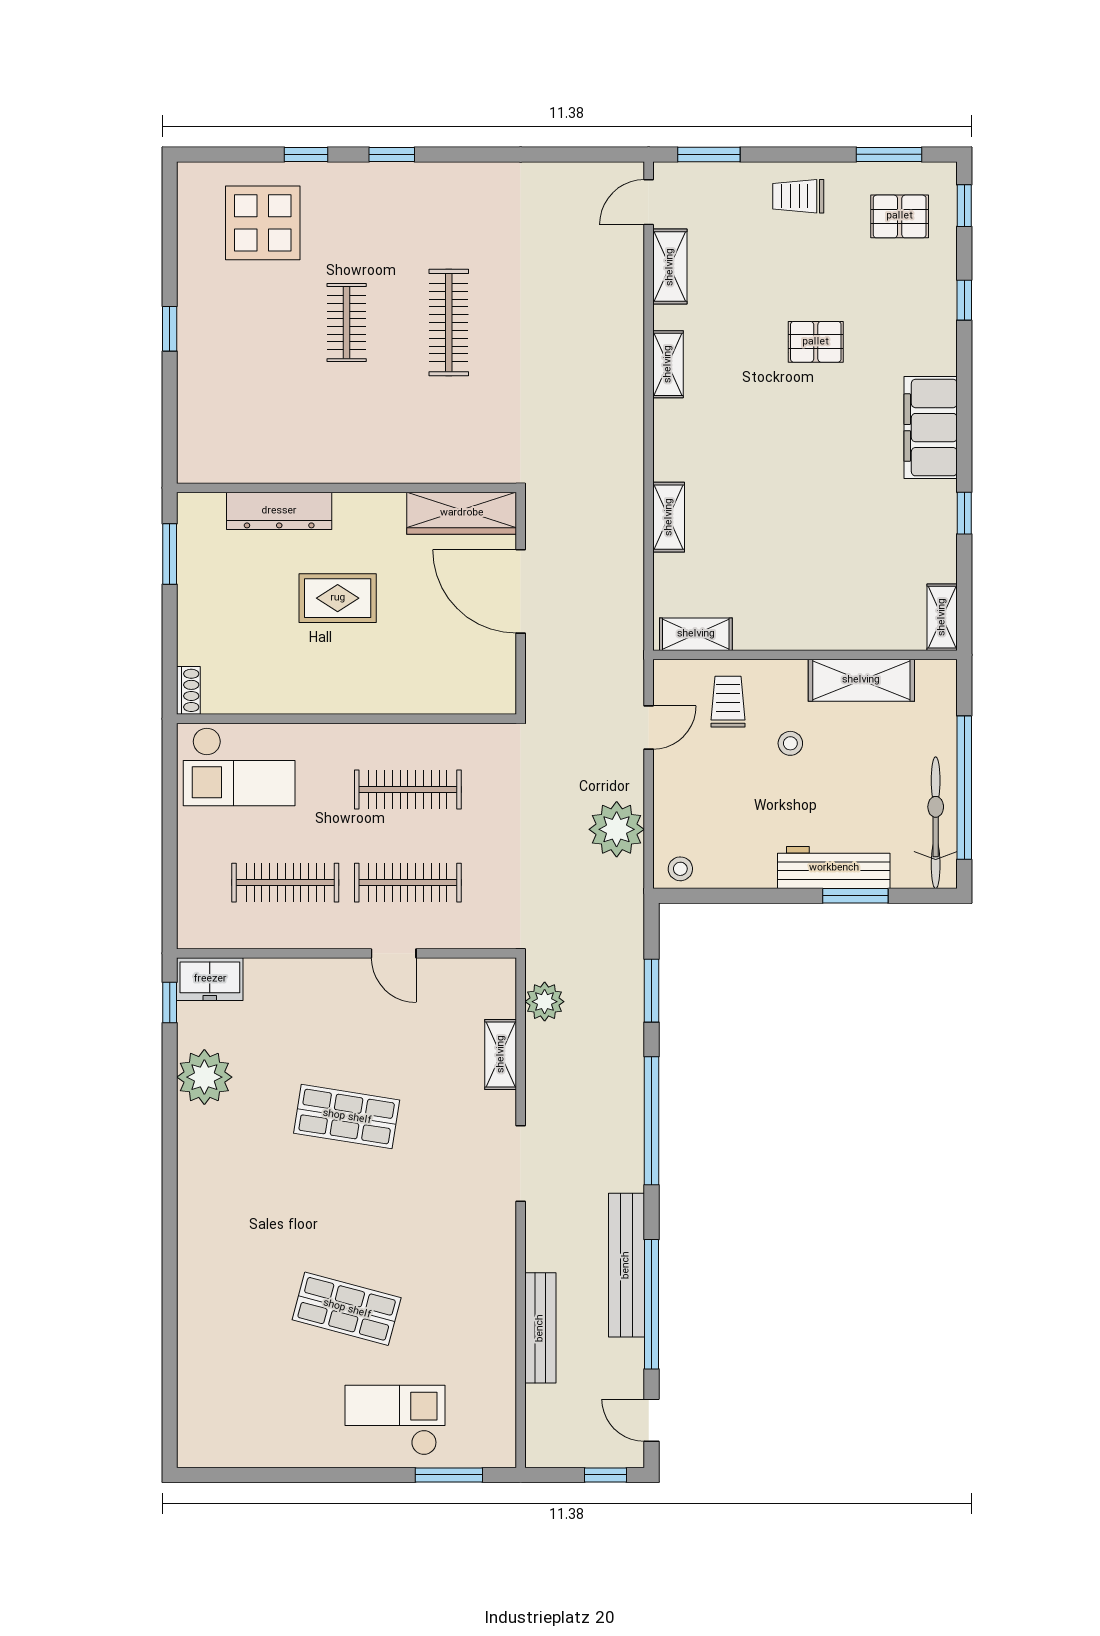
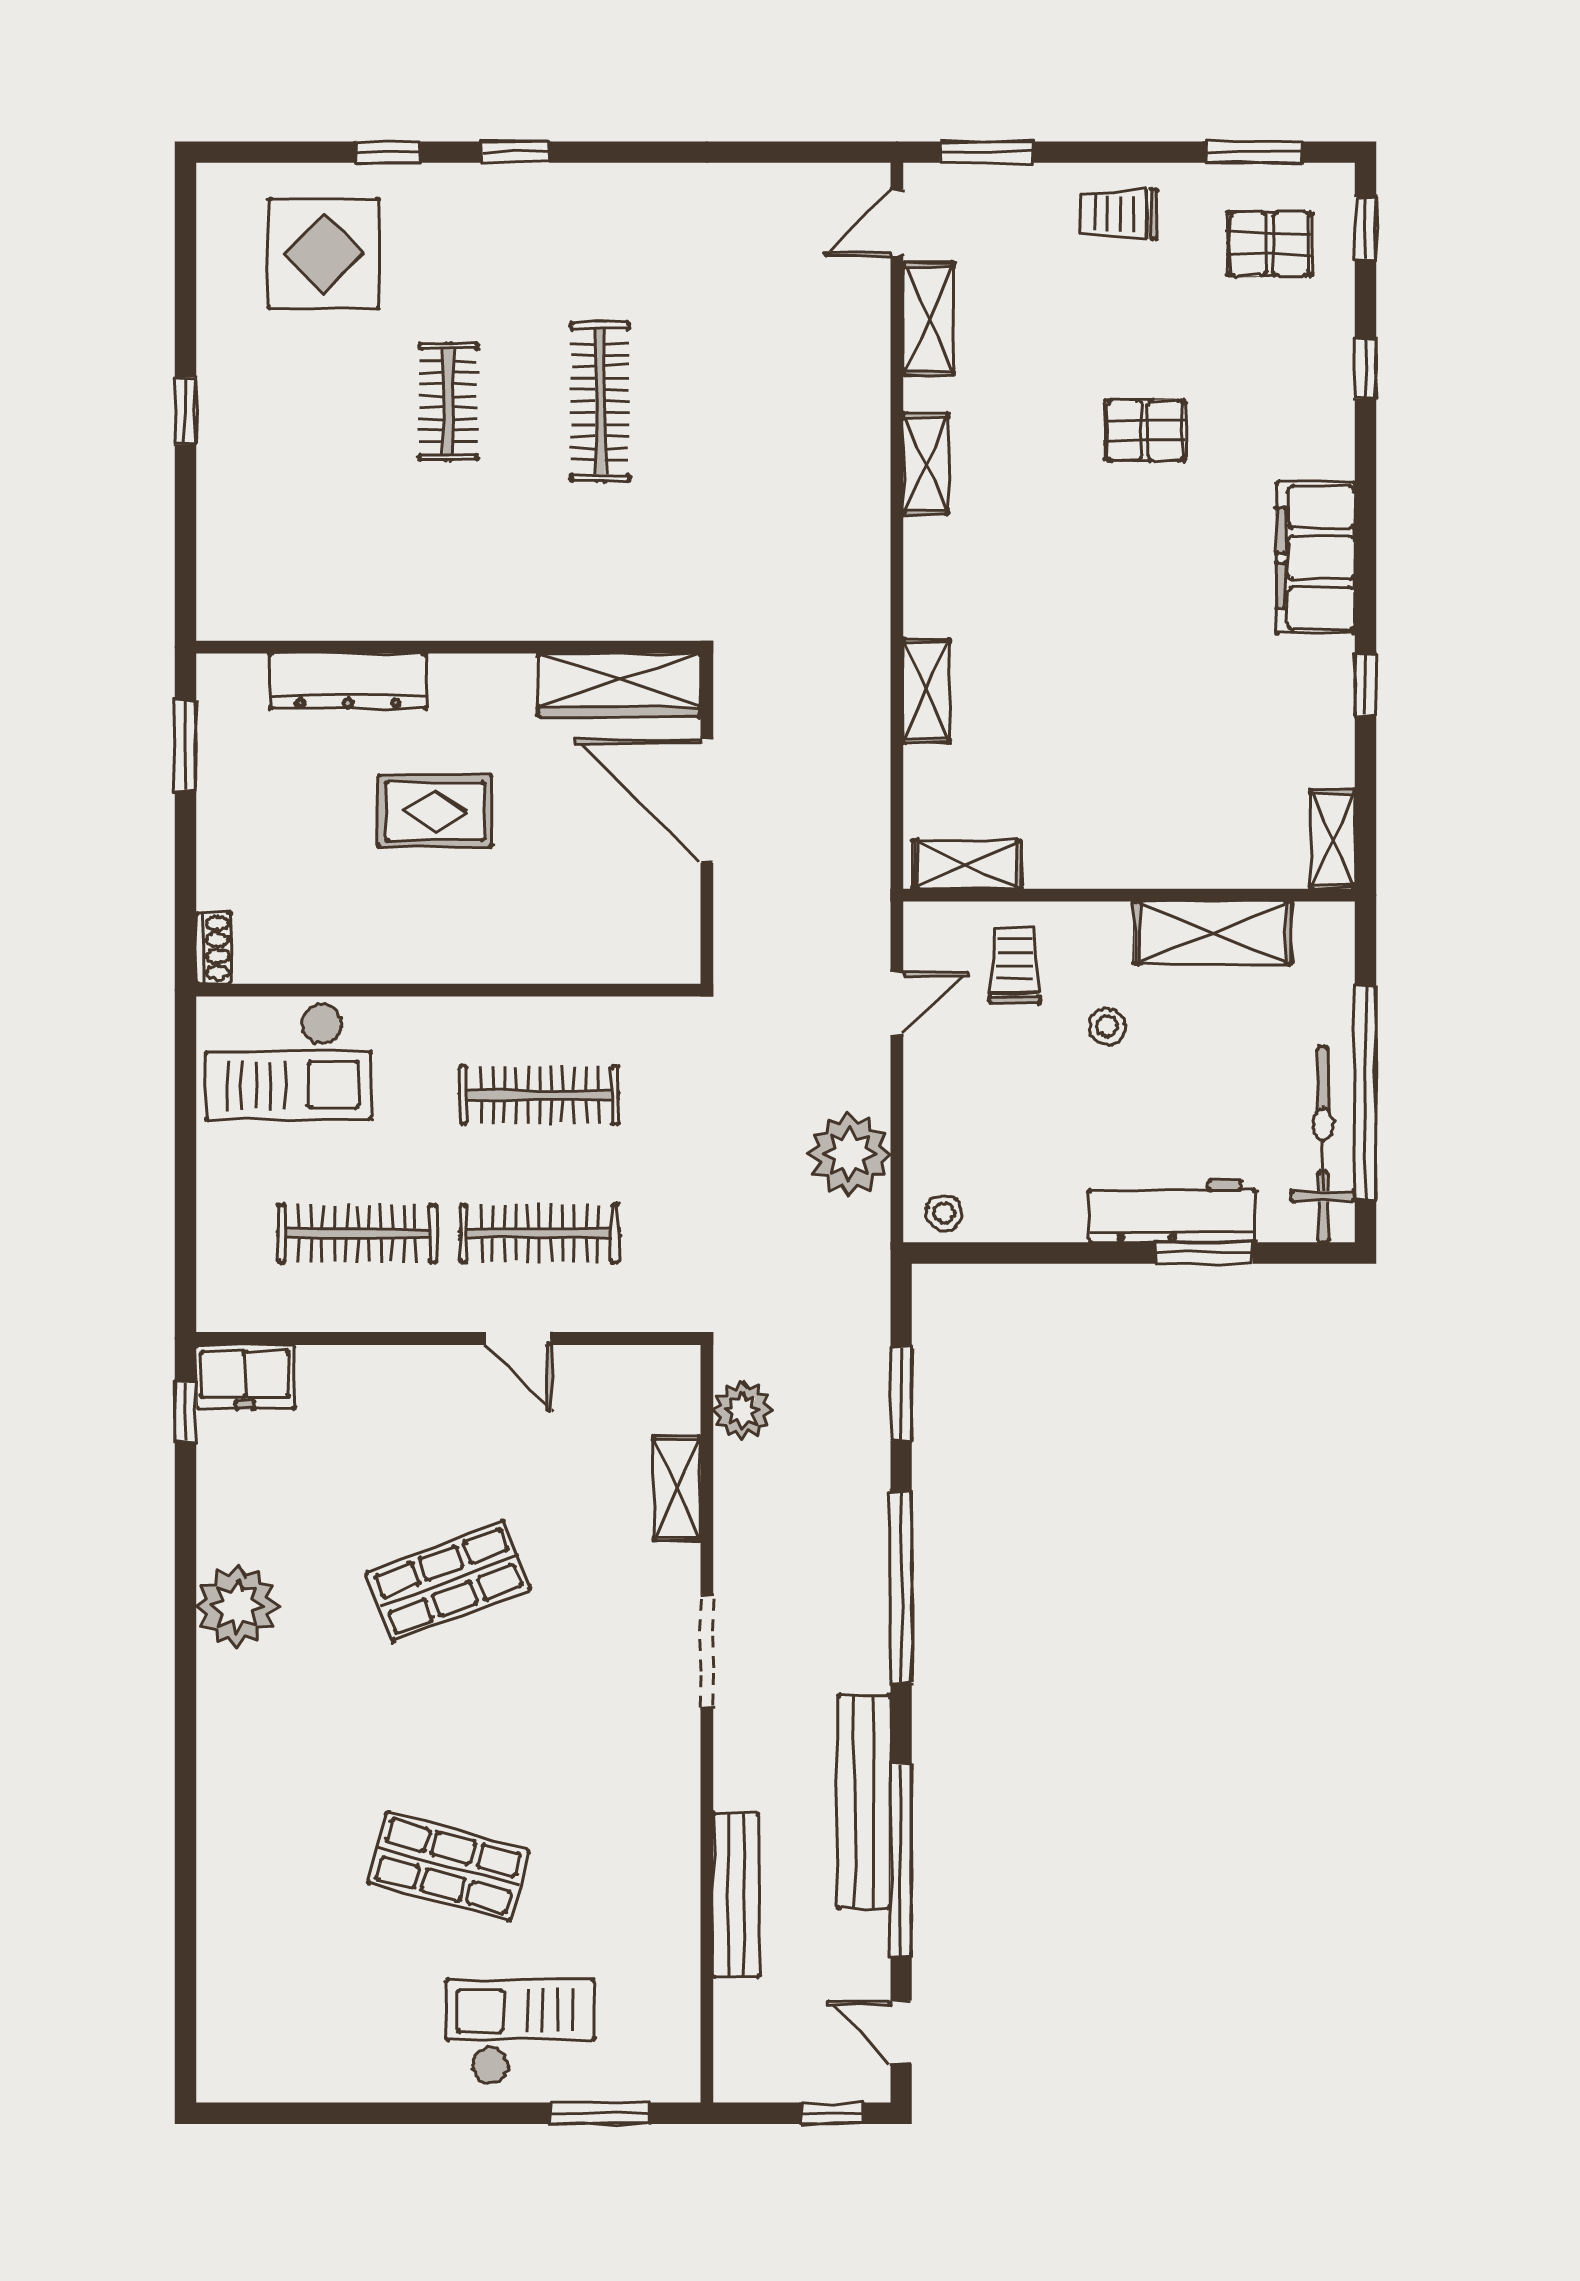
plant: (204, 1077) -> (237, 1606), moved
shop shelf: (347, 1117) -> (448, 1581), turned -30

